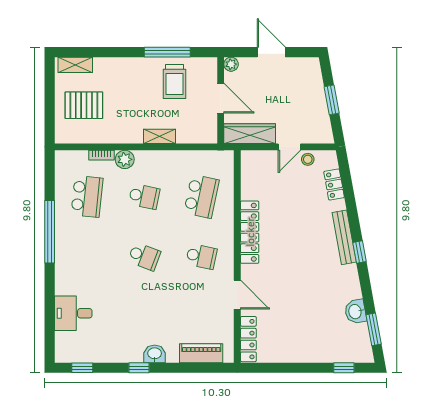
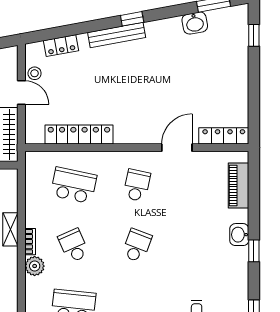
bookcase: (102, 155) -> (30, 242), moved
school desk: (144, 196) -> (74, 246), turned -36
locker: (250, 232) -> (79, 135), moved

